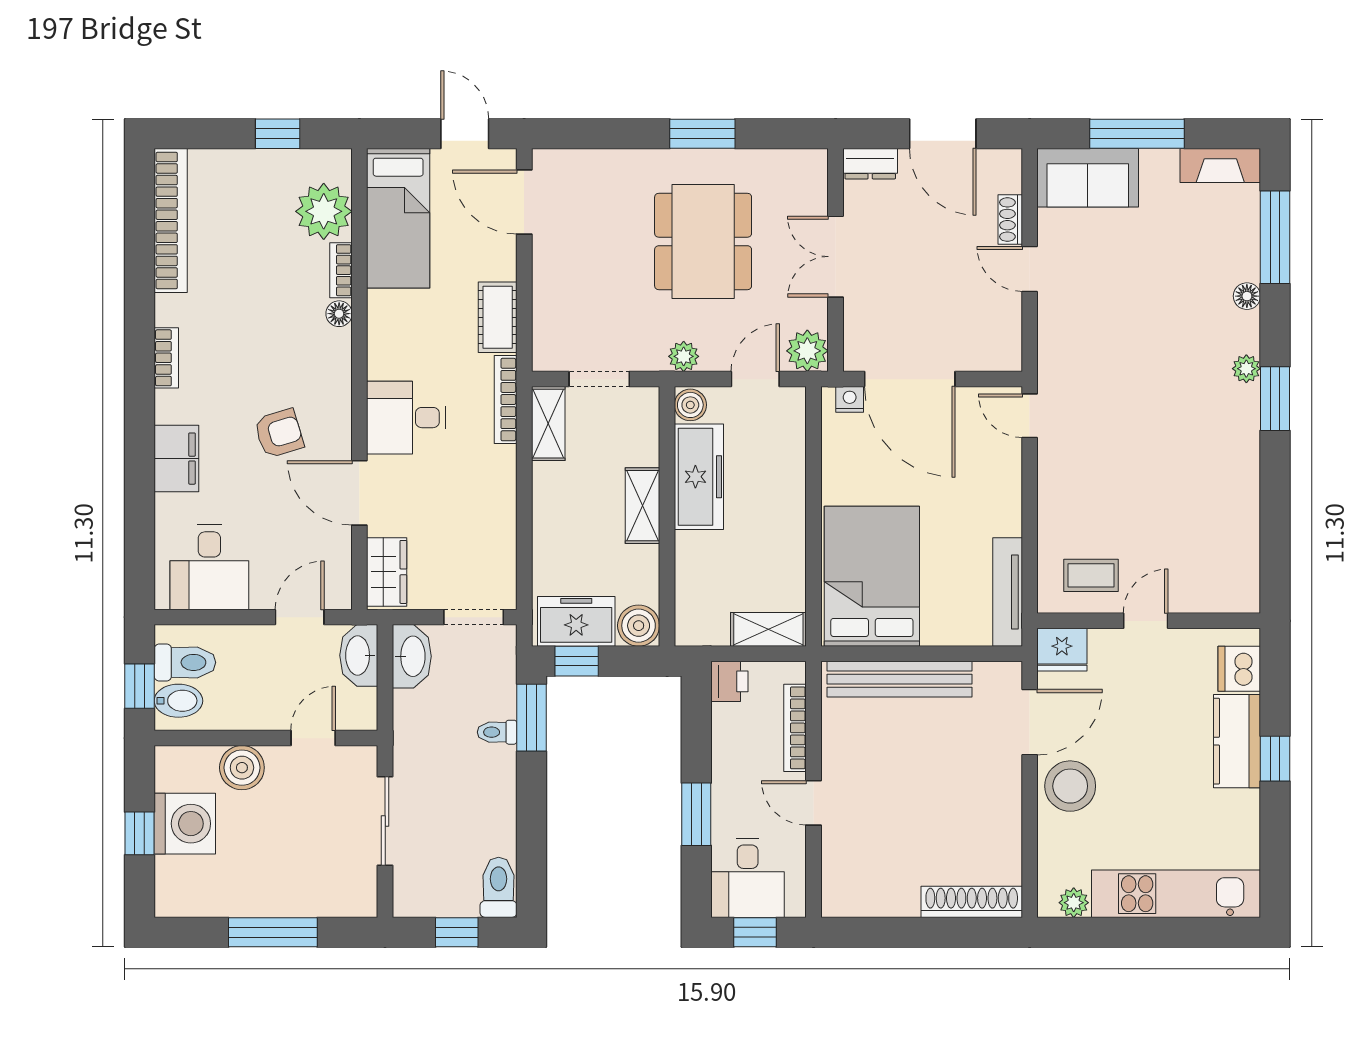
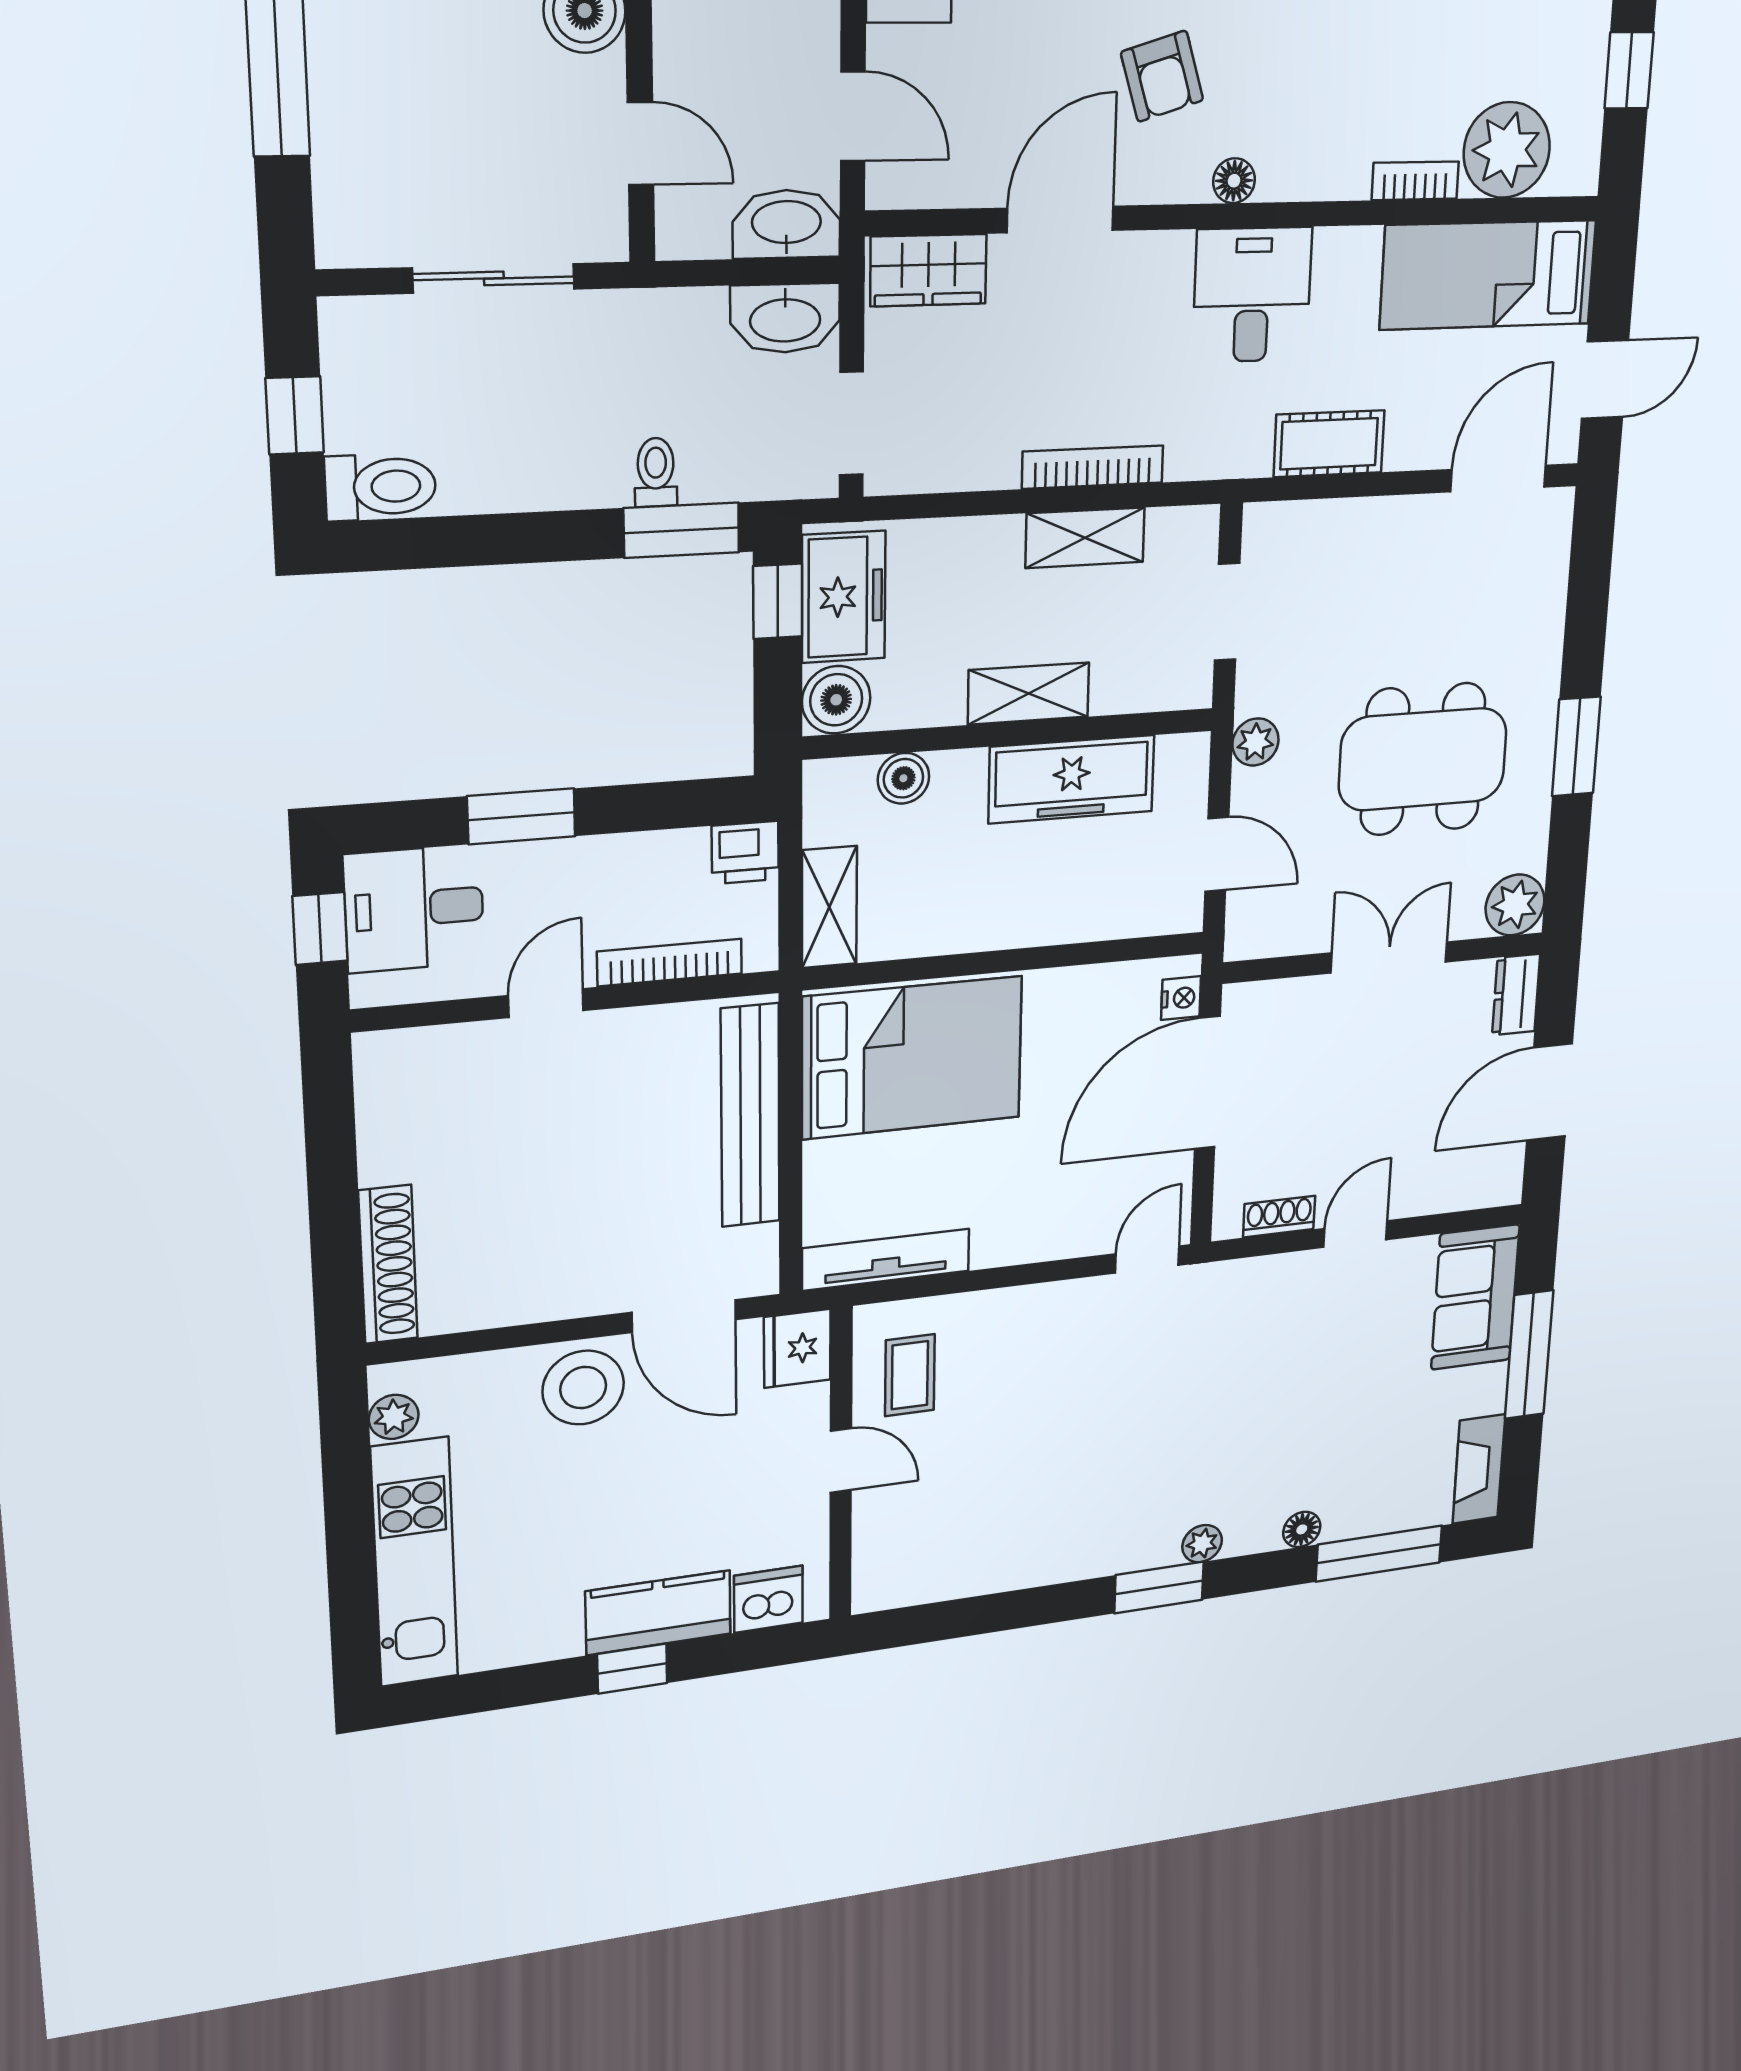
shoe rack: (1010, 220) -> (1279, 1217), moved
floor lamp: (339, 314) -> (1234, 181), moved
plant: (807, 351) -> (1515, 905), moved
bookcase: (506, 400) -> (1093, 467), moved
boiler: (690, 405) -> (903, 778), moved
desk: (406, 418) -> (1252, 295), moved
shelving: (548, 424) -> (1085, 538), moved

